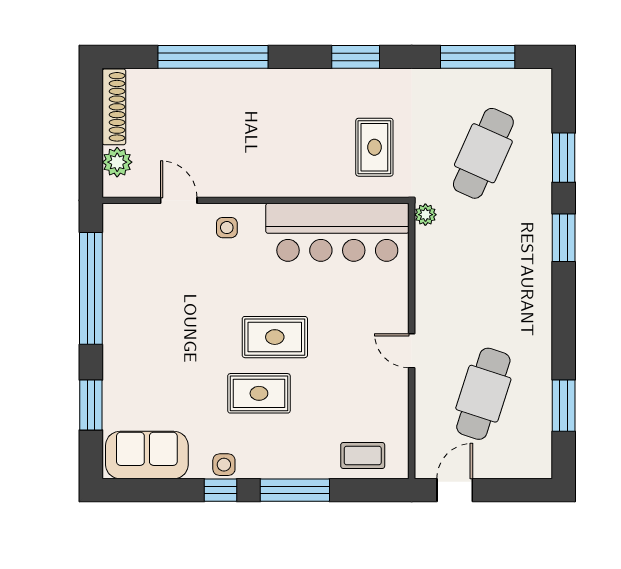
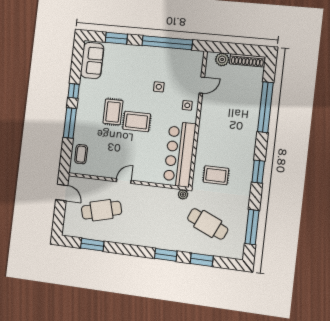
rug: (275, 337) -> (137, 121), turned 90
cafe table: (483, 394) -> (101, 210), turned -33
side table: (224, 465) -> (159, 87), moved

